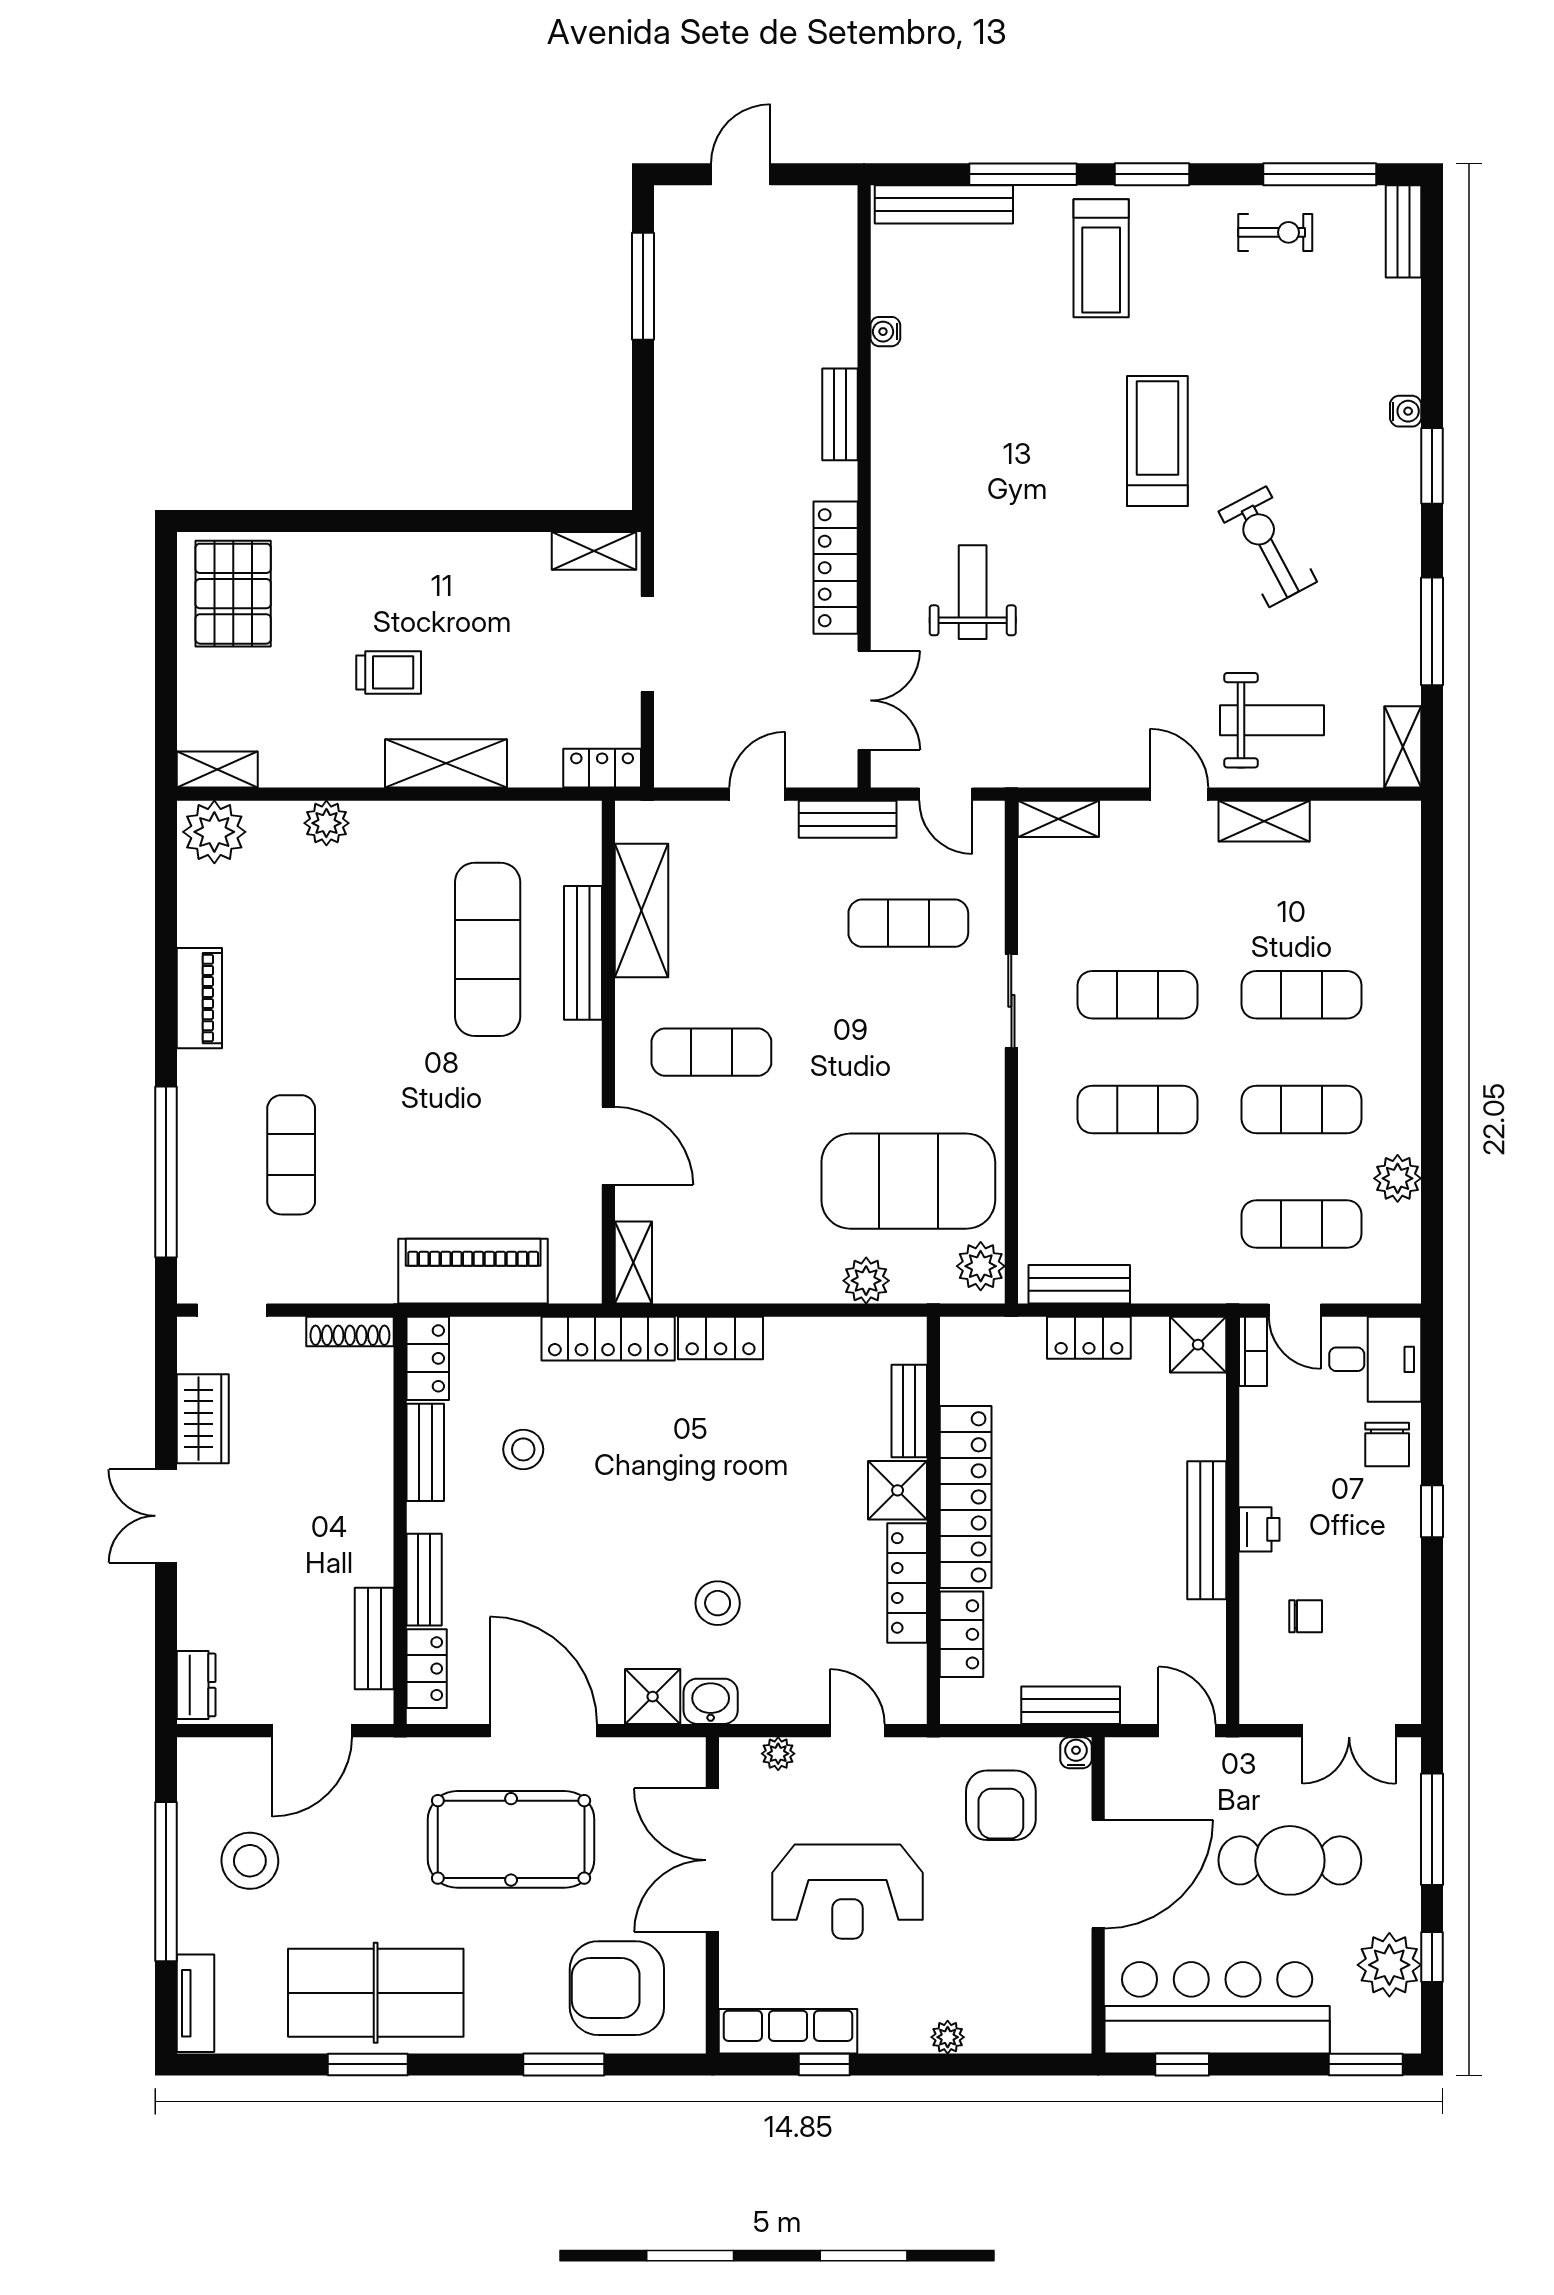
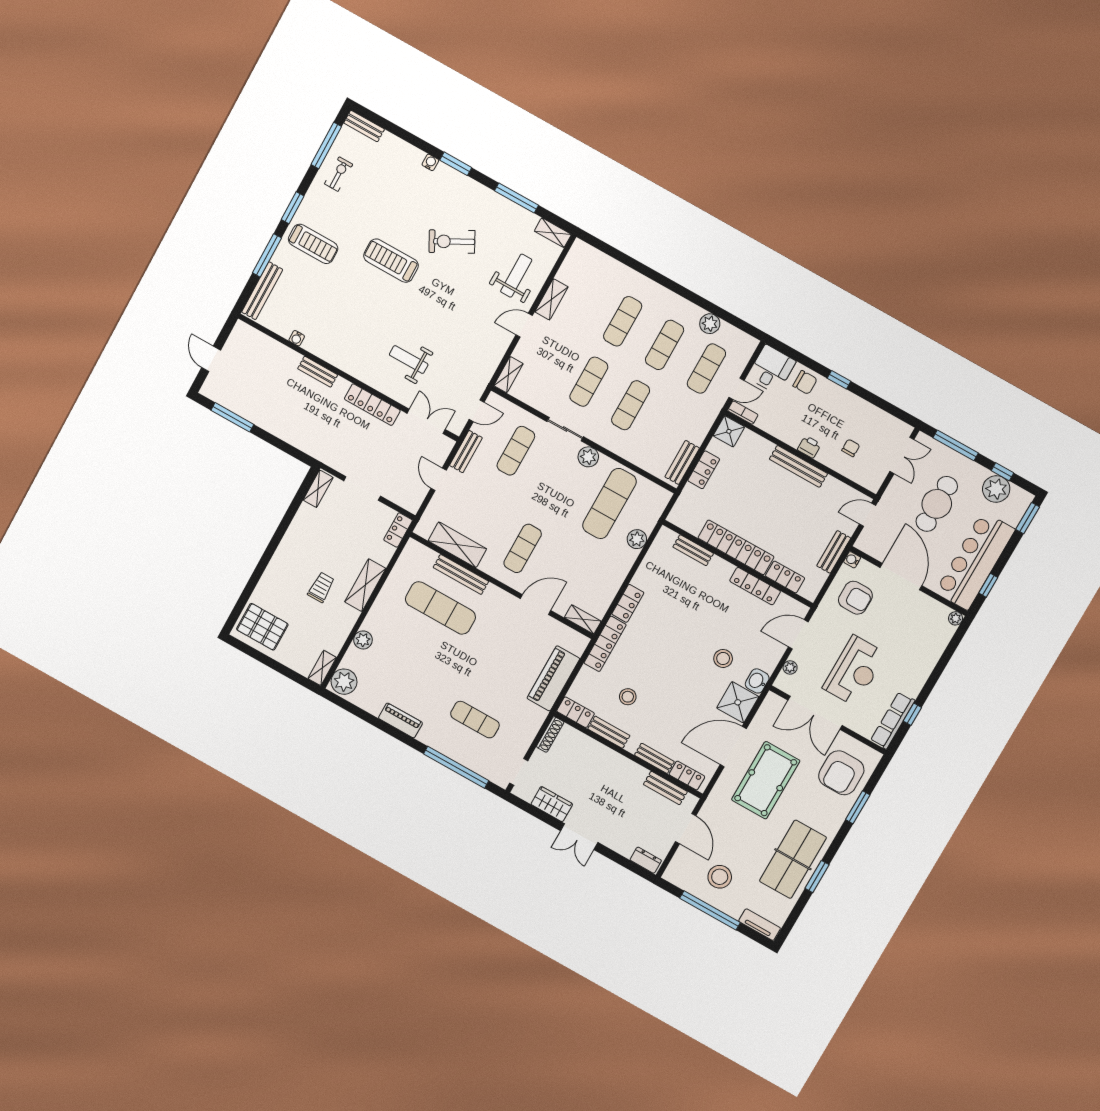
exercise mat: (908, 1181) -> (609, 503), width x0.68
plant: (981, 1266) -> (588, 457), moved
shower: (898, 1490) -> (719, 571), removed
shower: (653, 1697) -> (738, 702), width x1.36, depth x1.36
door: (857, 1731) -> (798, 634), width x1.38
plant: (948, 2037) -> (956, 618), moved

